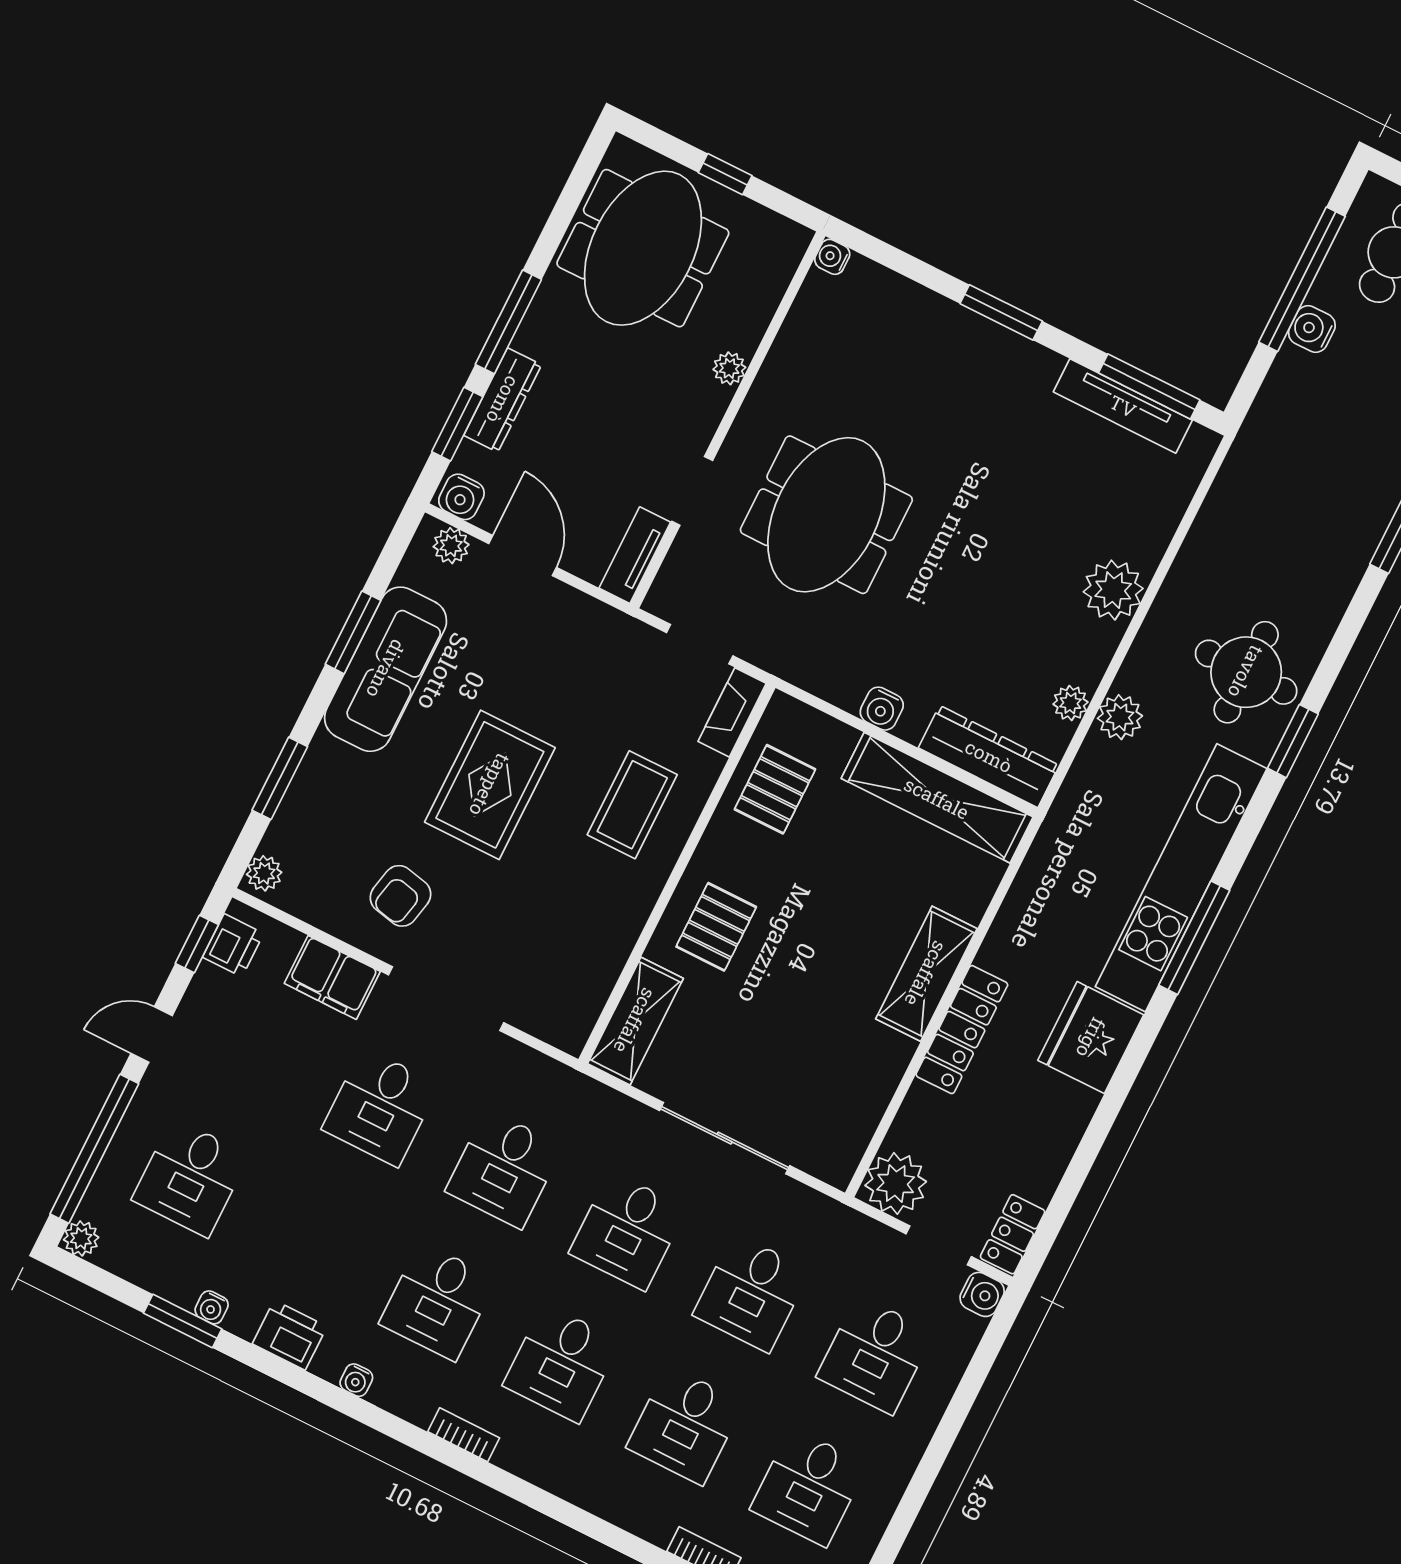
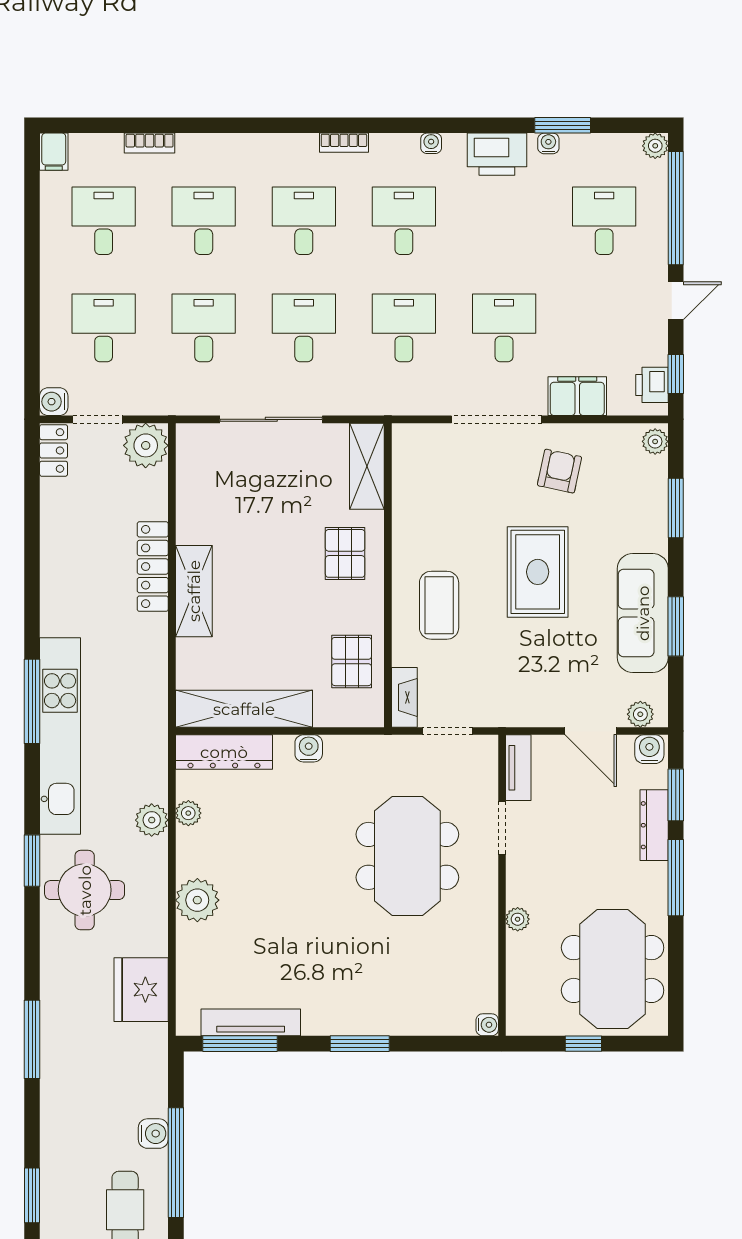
fridge: (1091, 1038) -> (141, 990), moved, turned 180
printer: (290, 1335) -> (497, 154), width x1.37, depth x1.19

